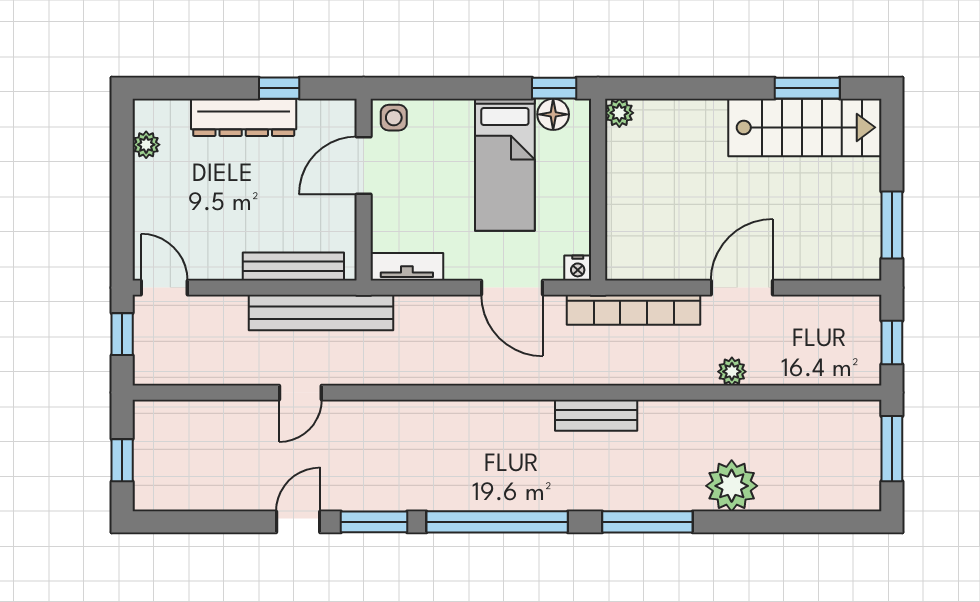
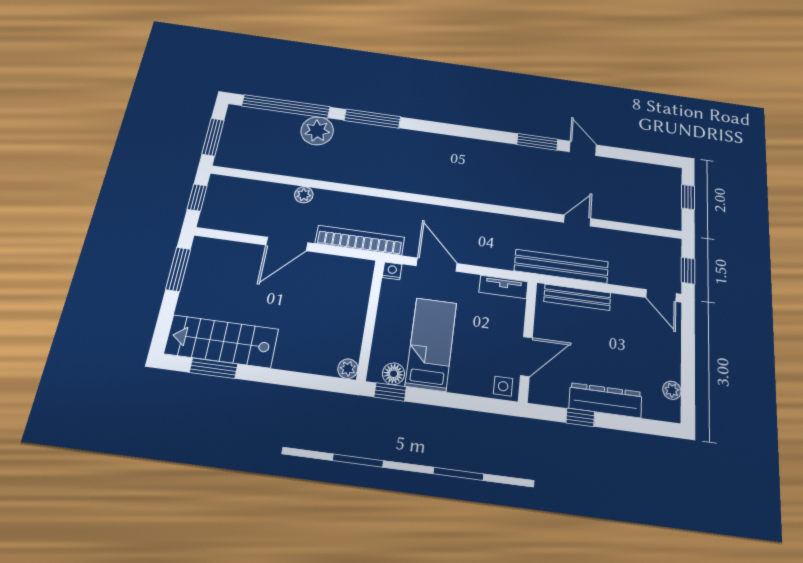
bench: (596, 415) -> (394, 182), removed
door: (298, 522) -> (583, 148), swing flipped
window: (497, 522) -> (286, 106), moved

